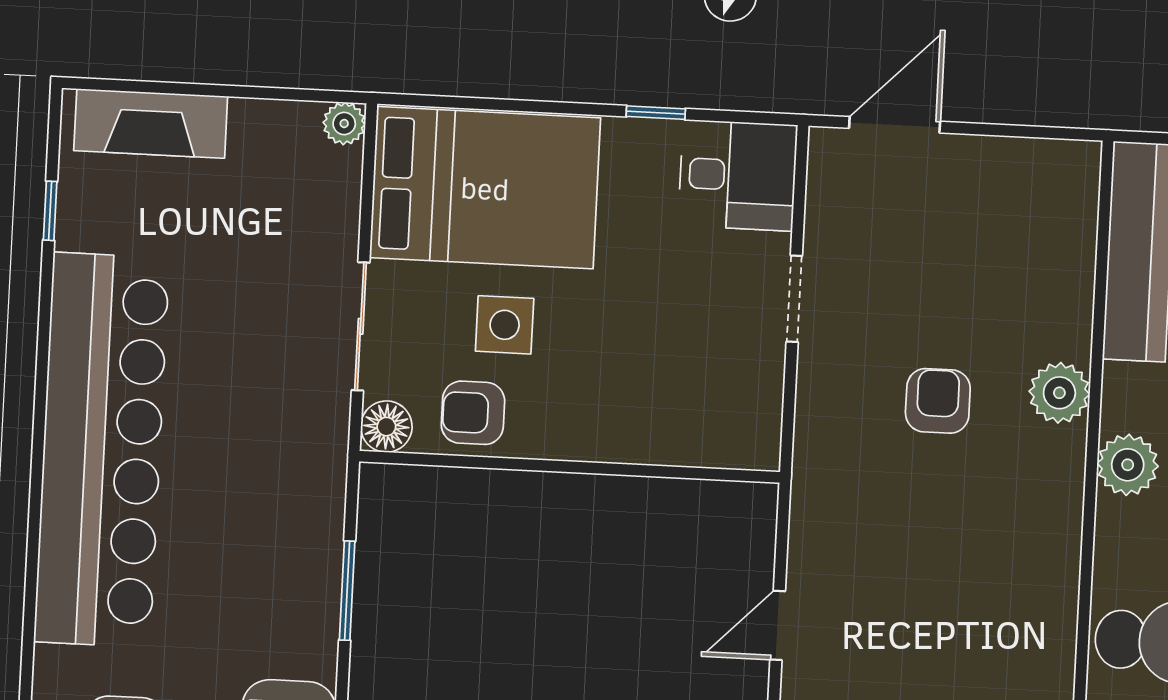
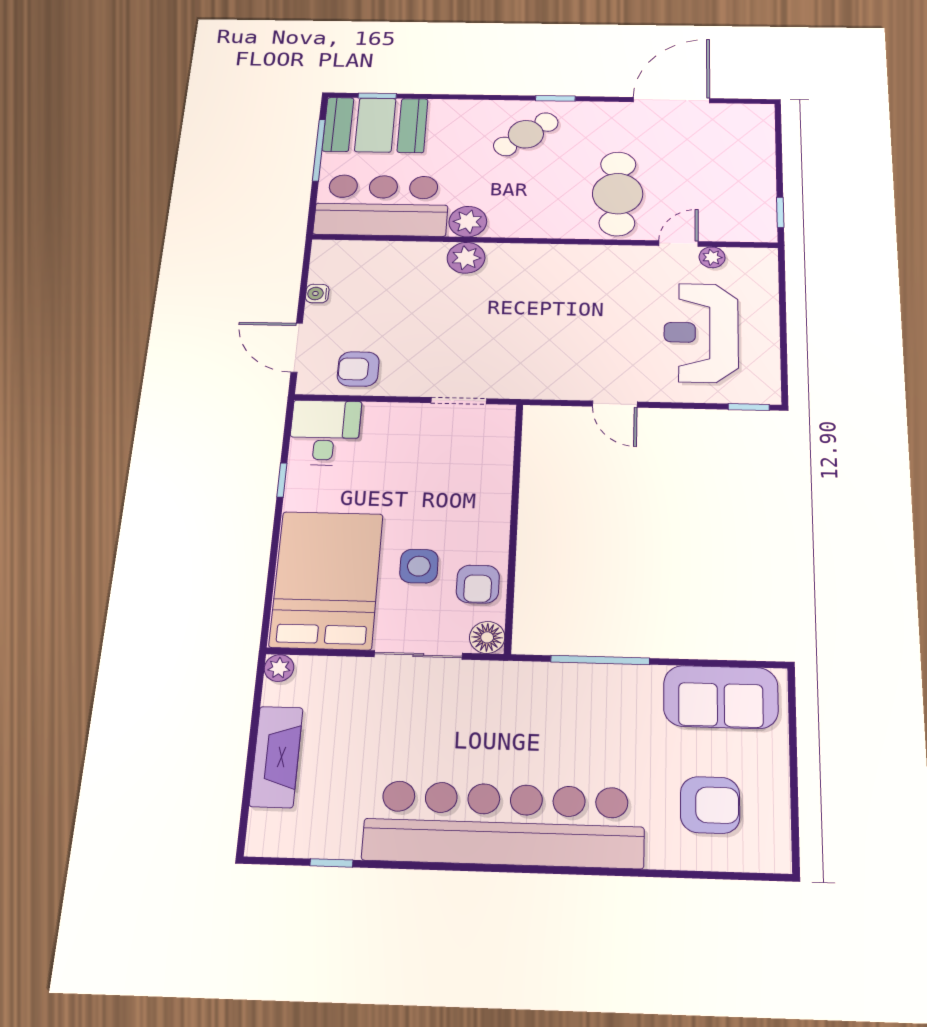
fireplace: (151, 123) -> (276, 757), moved
water cooler: (997, 153) -> (317, 294), added
doorway: (794, 299) -> (459, 401), moved
armchair: (938, 401) -> (358, 369), moved
plant: (1128, 465) -> (468, 222), moved
window: (347, 591) -> (600, 660), width x1.44

